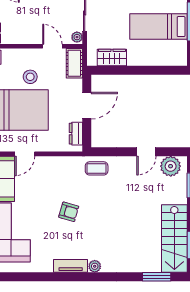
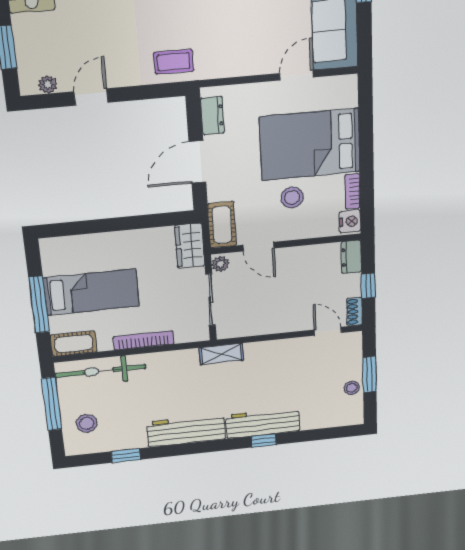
wardrobe: (112, 57) -> (190, 246), moved, turned 90
plant: (171, 166) -> (48, 85), width x0.53, depth x0.53

